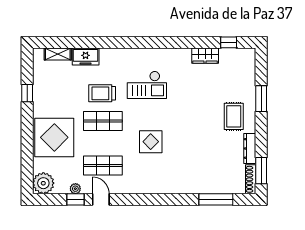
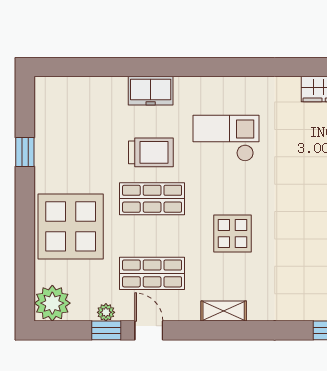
shelving: (58, 54) -> (224, 311), moved
freezer: (86, 57) -> (151, 91), moved
checkout: (147, 85) -> (226, 138), turned 180
trolley: (102, 93) -> (151, 152), turned 180

